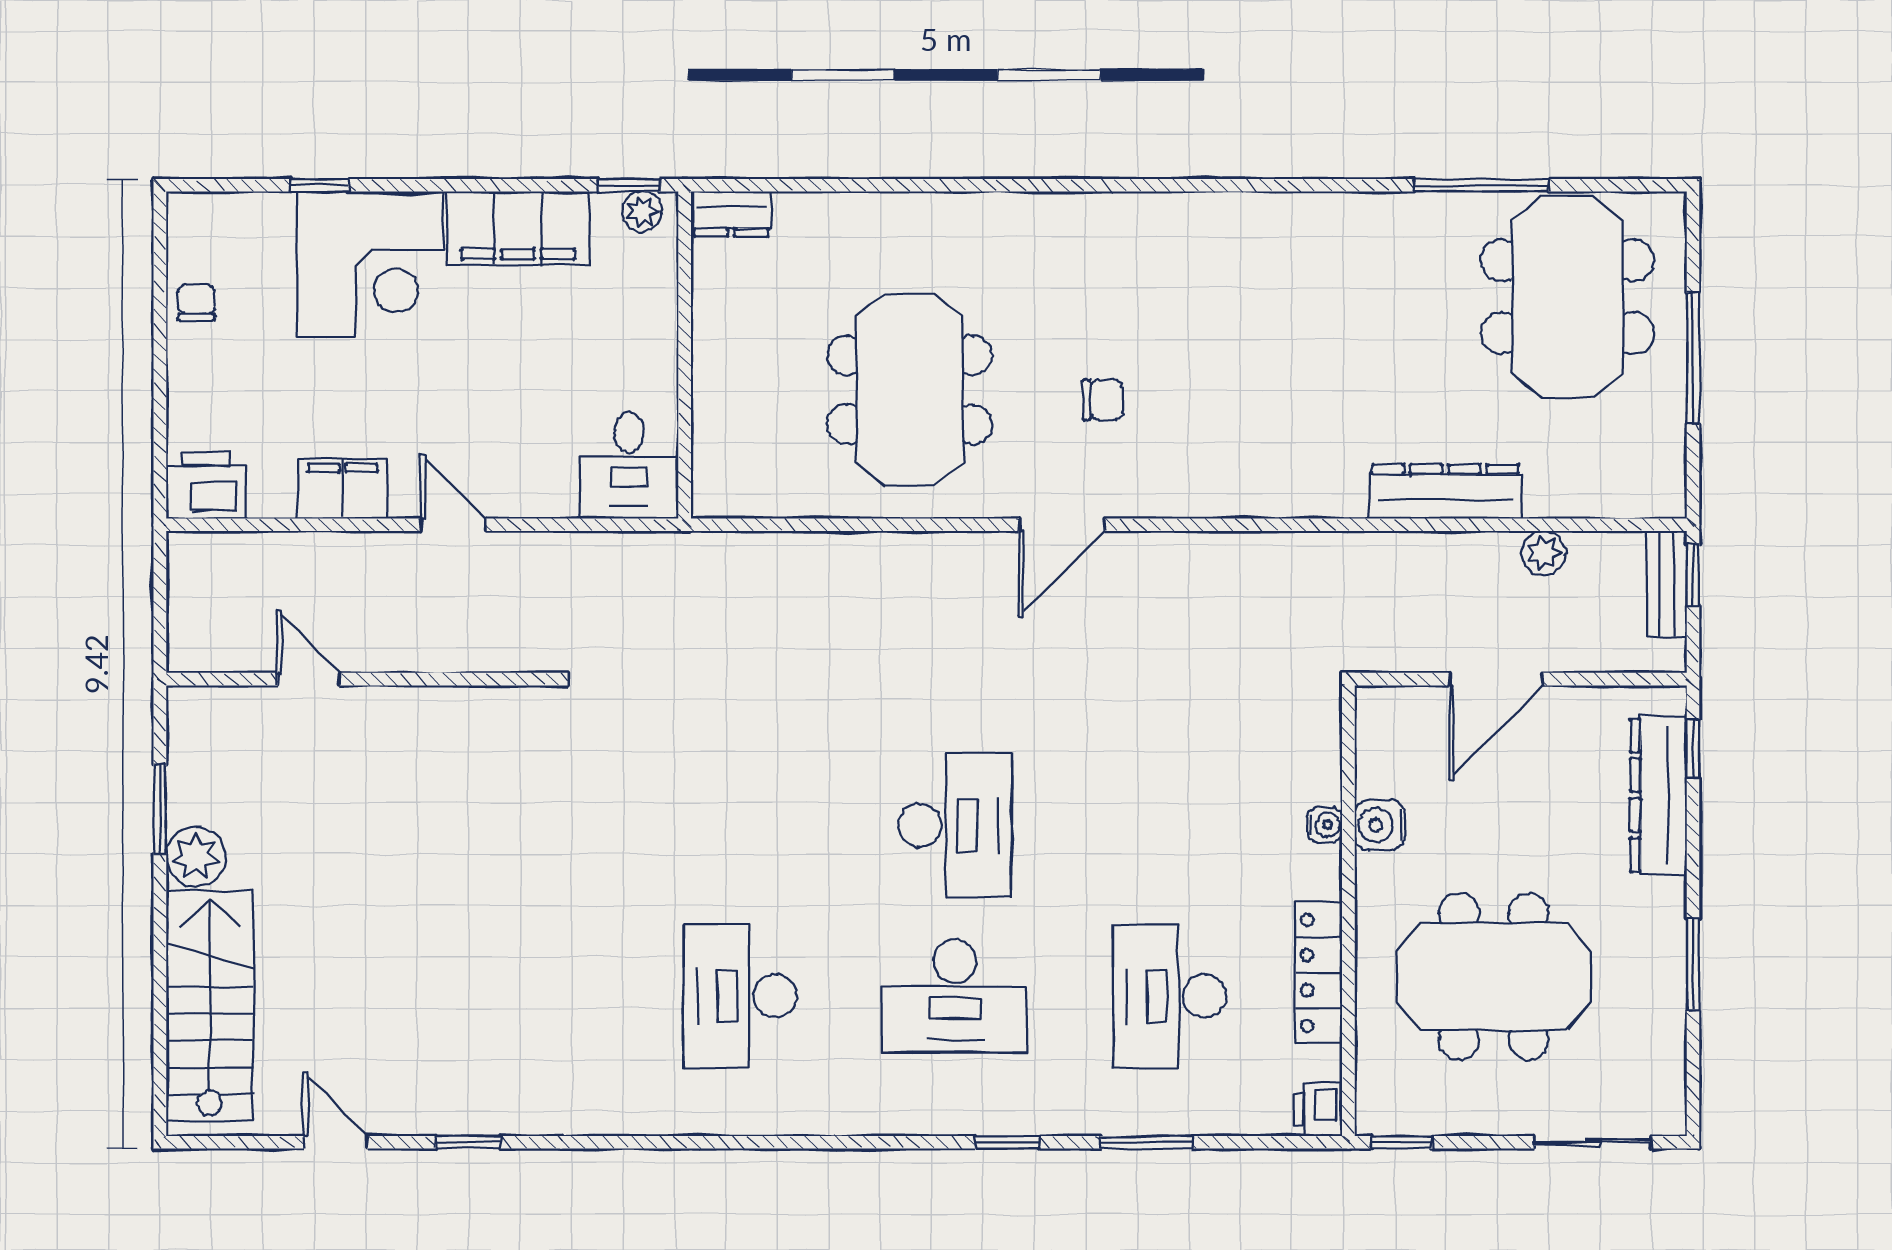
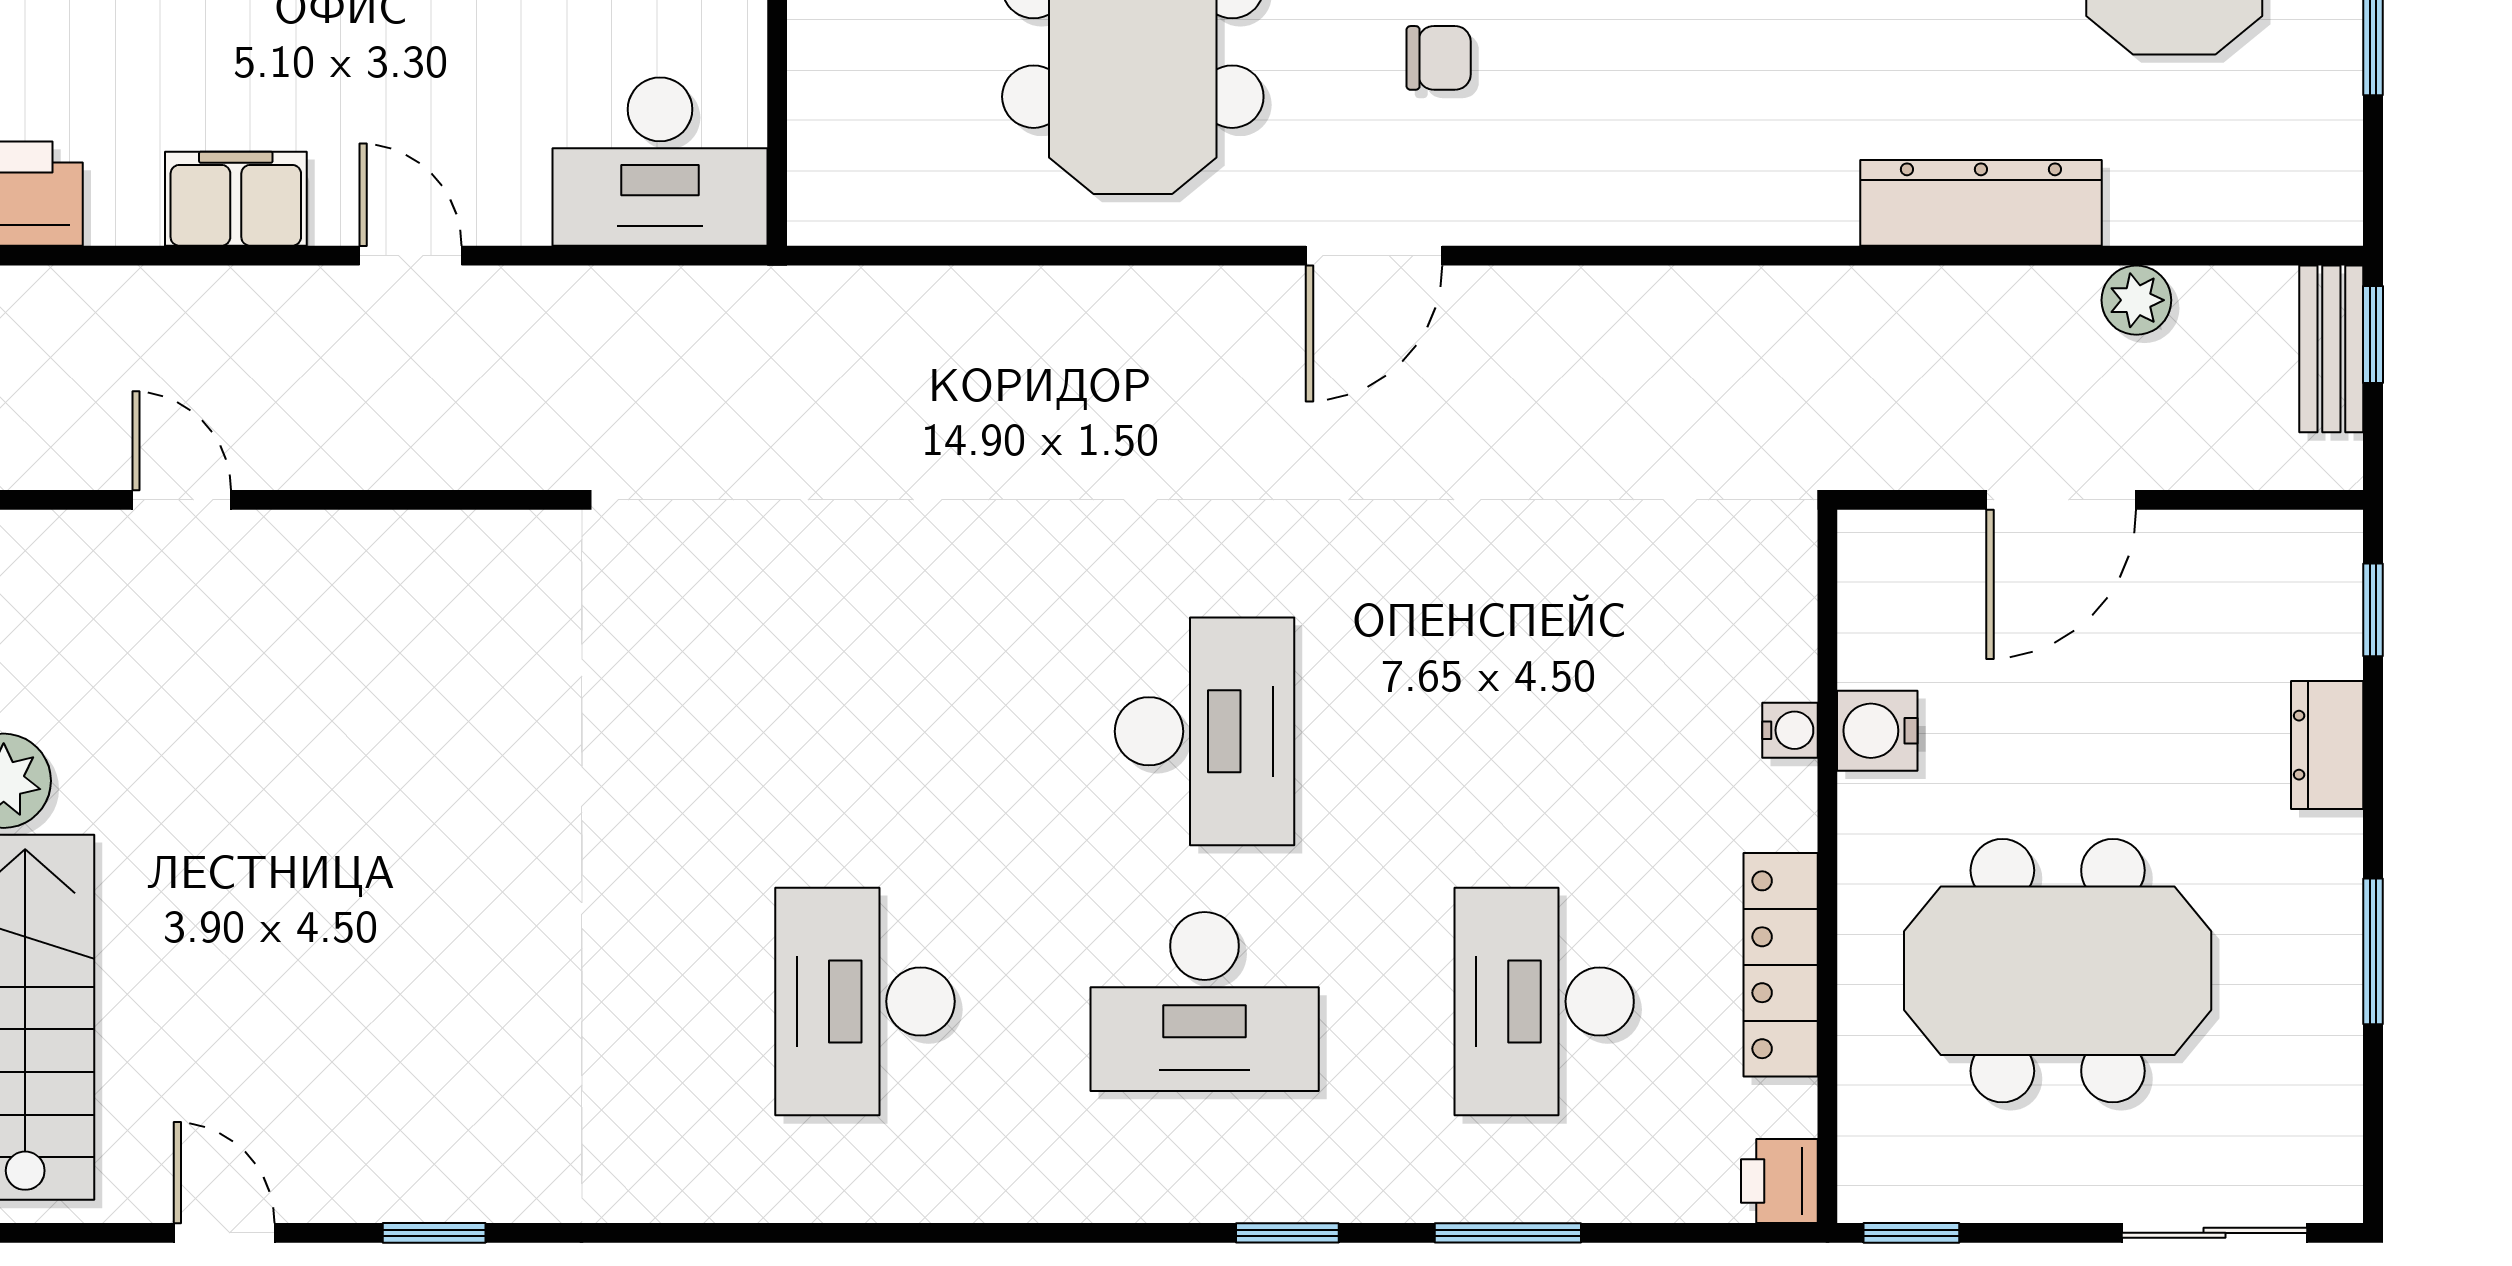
desk: (629, 465) -> (660, 162), width x1.37
dresser: (1659, 795) -> (2327, 745), width x0.51, depth x0.80

